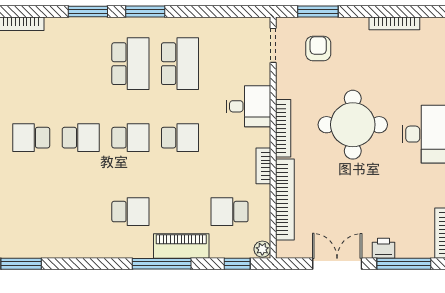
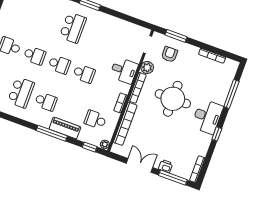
school desk: (180, 64) -> (21, 92), moved
plant: (287, 86) -> (147, 68), added

